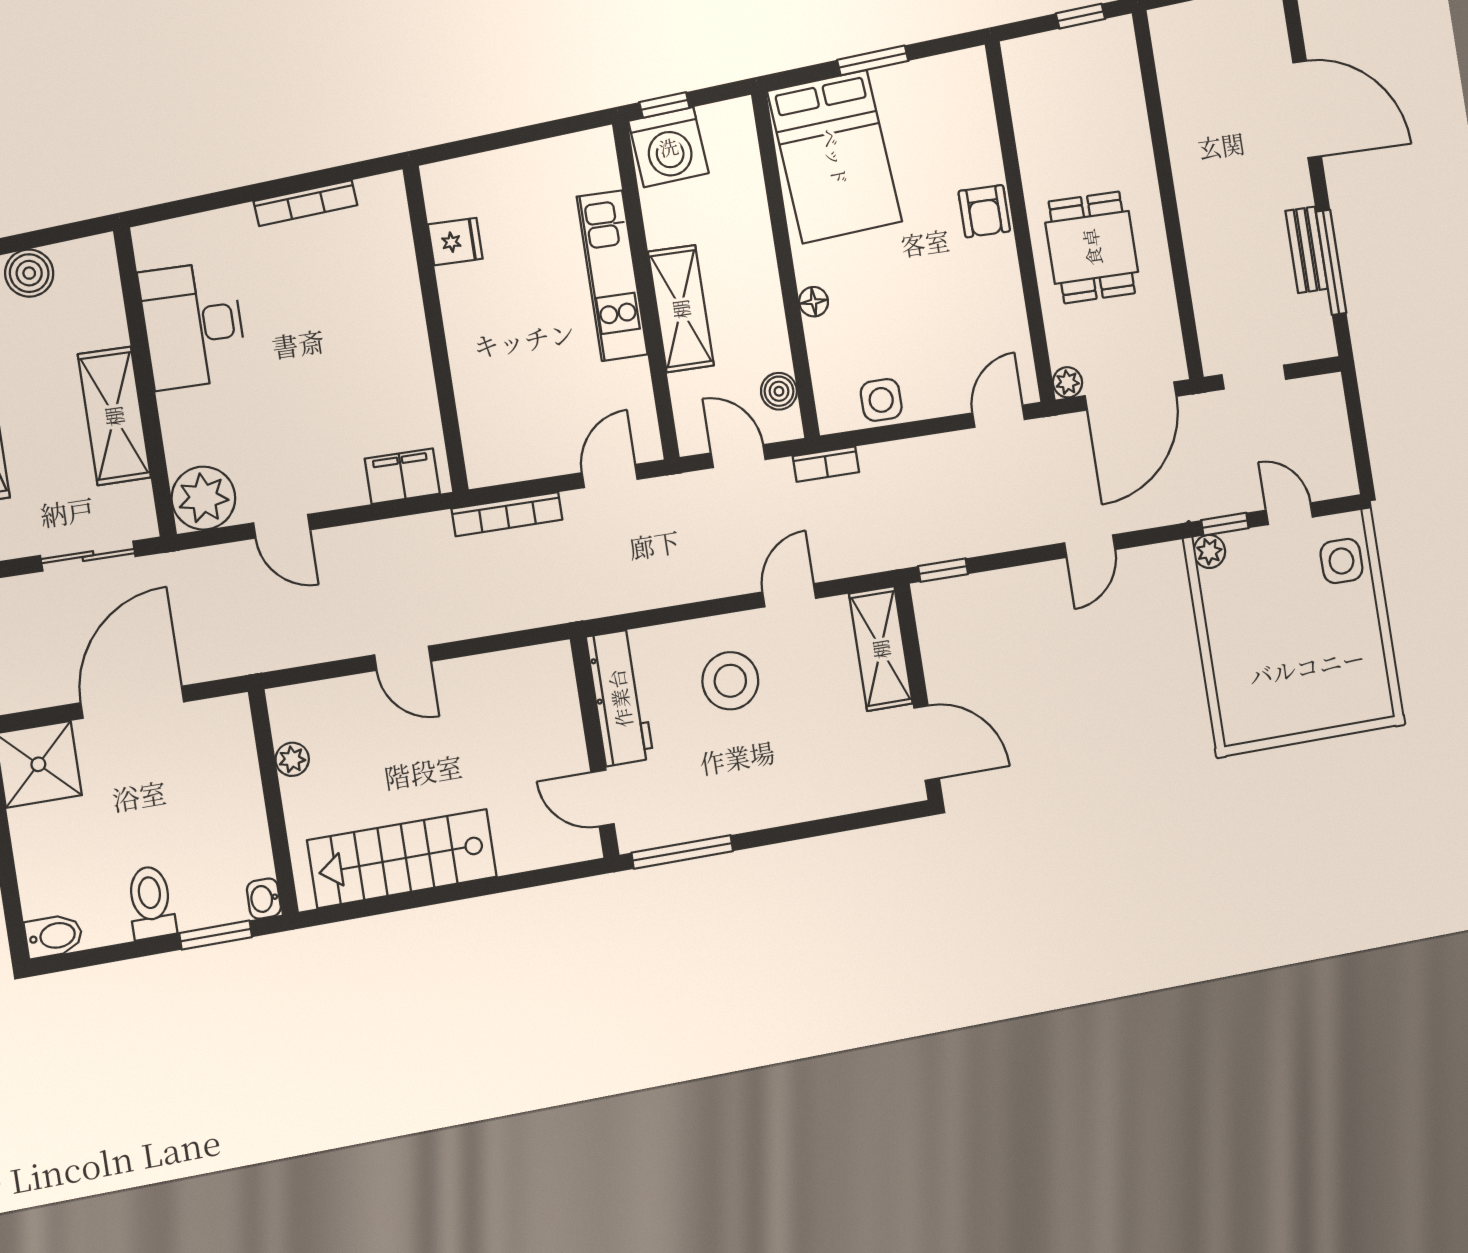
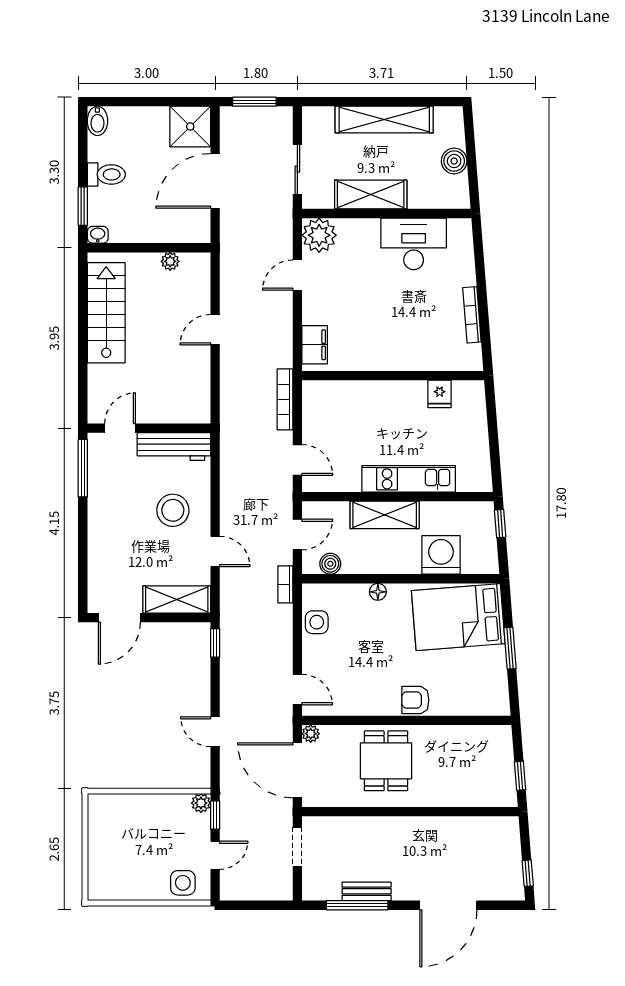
washing machine: (669, 147) -> (441, 555), moved, turned 95
dining table: (1092, 247) -> (386, 761), turned 90
door: (132, 702) -> (215, 181), swing flipped

